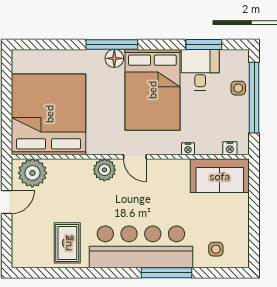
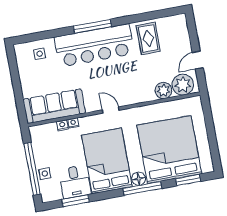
window: (49, 44) -> (188, 180), added
bed: (49, 114) -> (169, 150), moved, turned 180
nightstand: (230, 148) -> (62, 125), moved
plant: (104, 170) -> (164, 90), moved
sofa: (220, 176) -> (54, 106), width x1.36
window: (166, 273) -> (92, 26), moved

